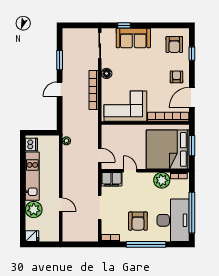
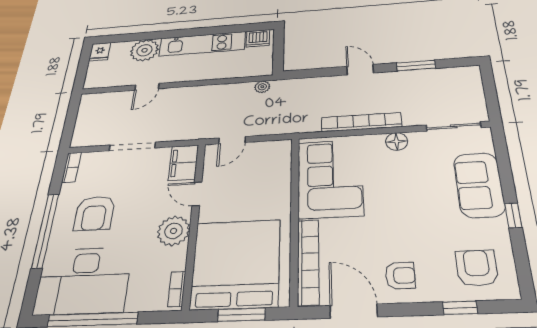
window: (124, 25) -> (513, 215), moved
armchair: (174, 44) -> (477, 268), turned 90
door: (130, 171) -> (197, 194), swing flipped
plant: (162, 180) -> (174, 231), moved
armchair: (138, 221) -> (94, 213), turned -90

